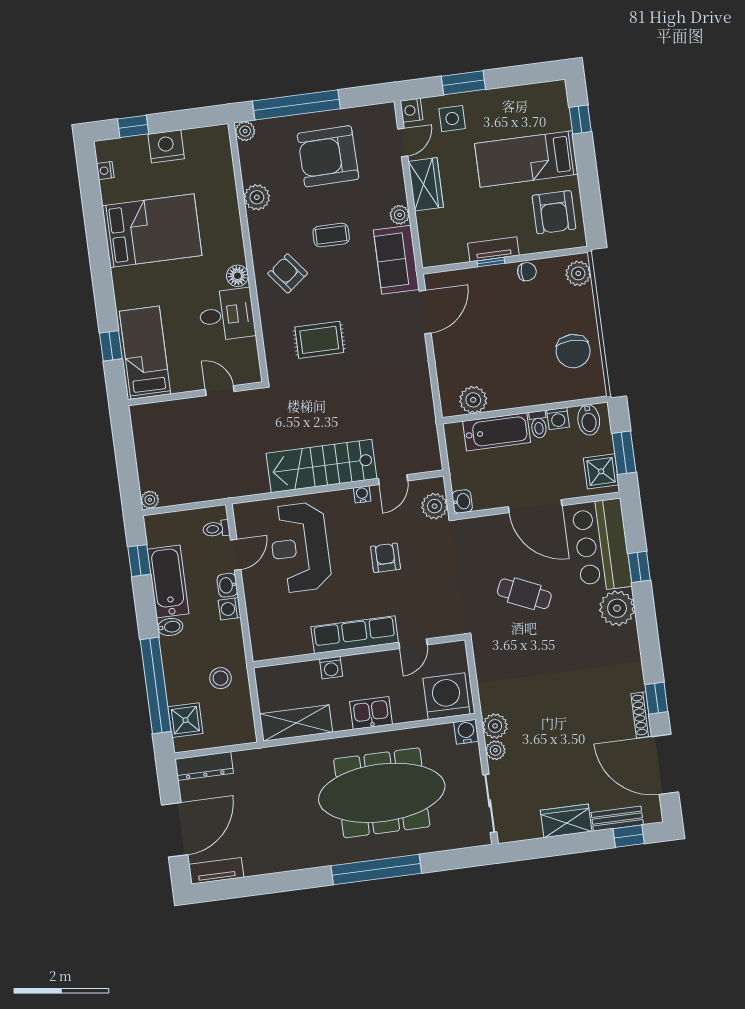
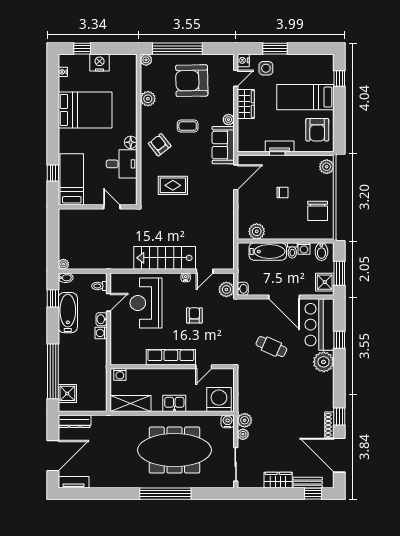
chair: (527, 272) -> (282, 192), moved
bidet: (170, 627) -> (66, 278), moved
washing machine: (331, 668) -> (120, 374), moved
stool: (220, 678) -> (91, 372), removed

